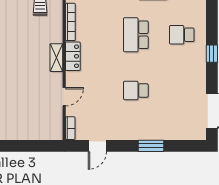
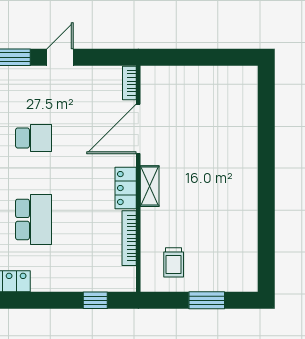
door: (64, 97) -> (138, 129), width x1.88
door: (97, 146) -> (60, 57), moved

